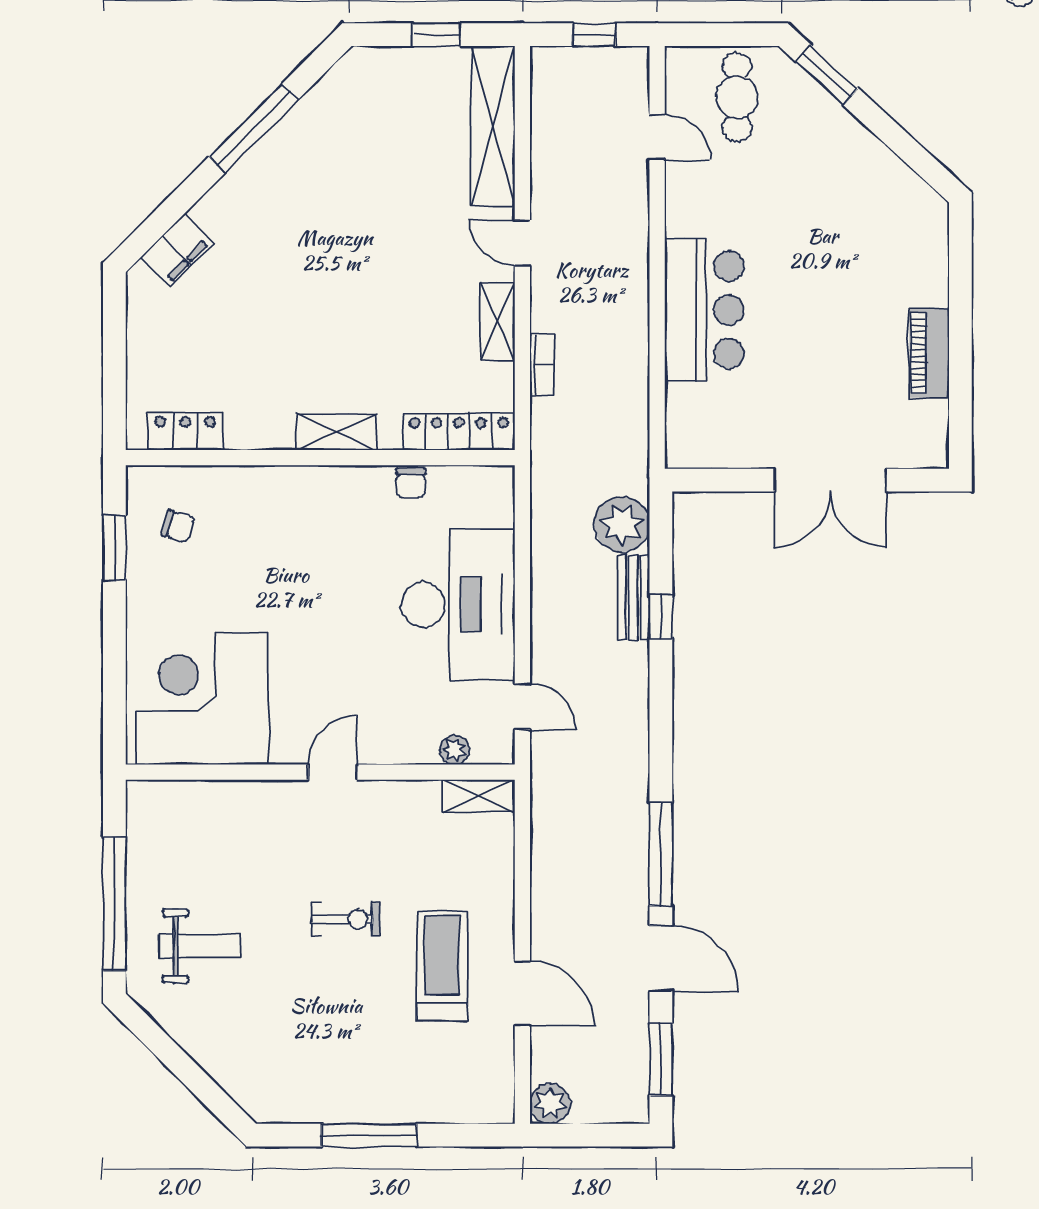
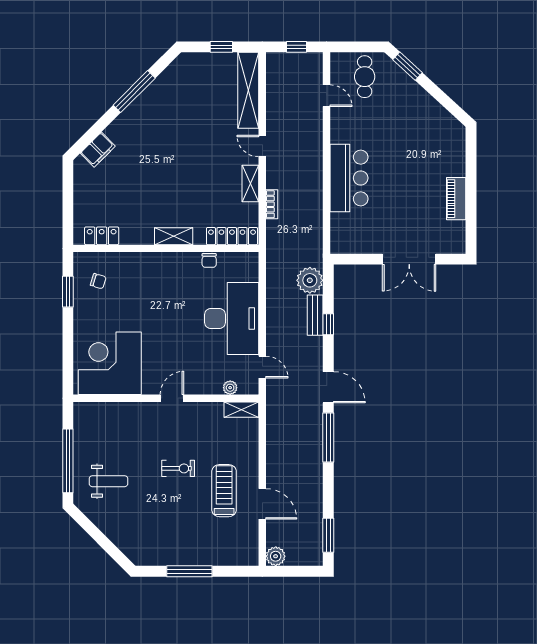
door: (661, 958) -> (328, 387), moved

